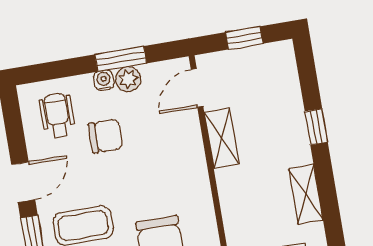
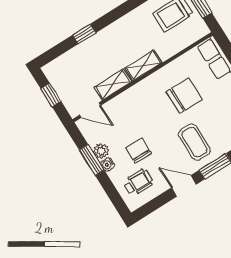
wheelchair: (57, 116) -> (138, 182), turned 180
shelving: (306, 194) -> (143, 65), moved

